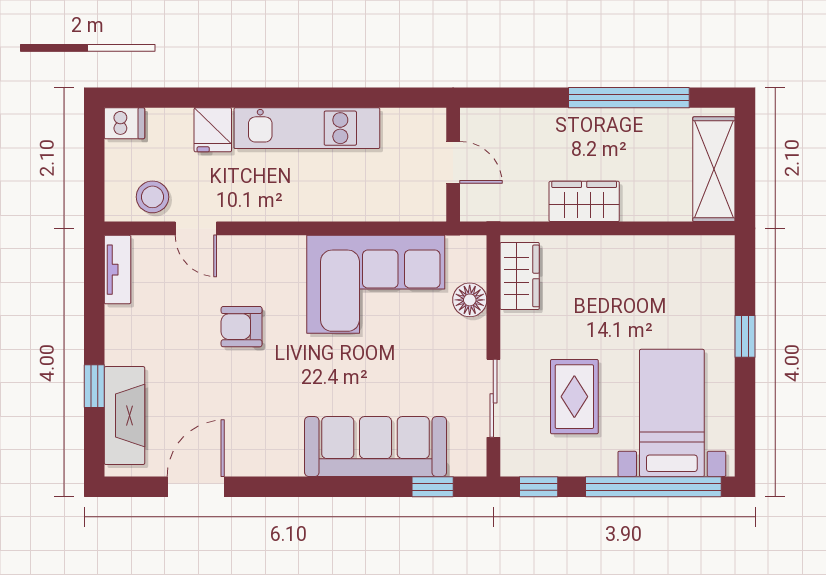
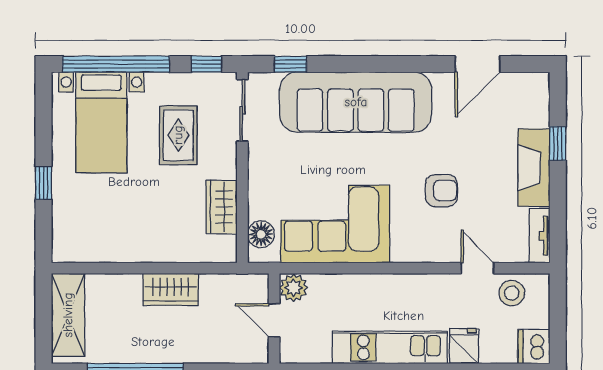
dishwasher: (124, 123) -> (534, 347), width x1.38
plant: (429, 204) -> (294, 288), added
wardrobe: (520, 276) -> (222, 207), moved
floor lamp: (470, 300) -> (261, 234), moved
sliding door: (493, 398) -> (242, 110), moved
fireplace: (124, 416) -> (534, 168), moved
sofa: (376, 447) -> (356, 102), width x1.36, depth x1.27

